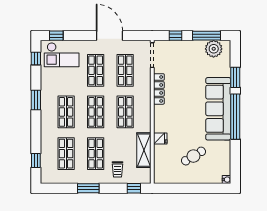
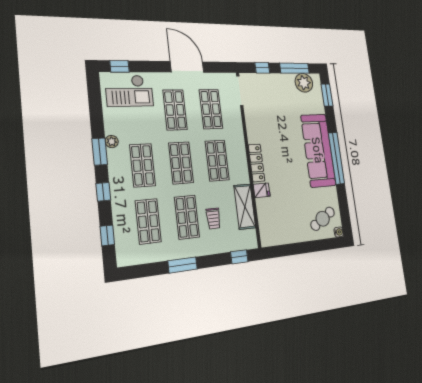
window: (36, 58) -> (103, 192), moved
window: (235, 77) -> (327, 95), moved
locker: (159, 89) -> (256, 163), moved
plant: (45, 93) -> (112, 142), added
cafe table: (193, 156) -> (323, 219), moved
trolley: (118, 169) -> (213, 218), moved

